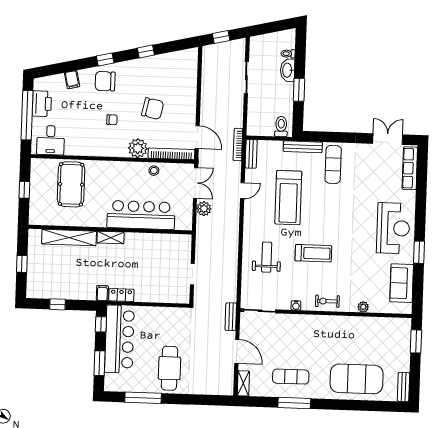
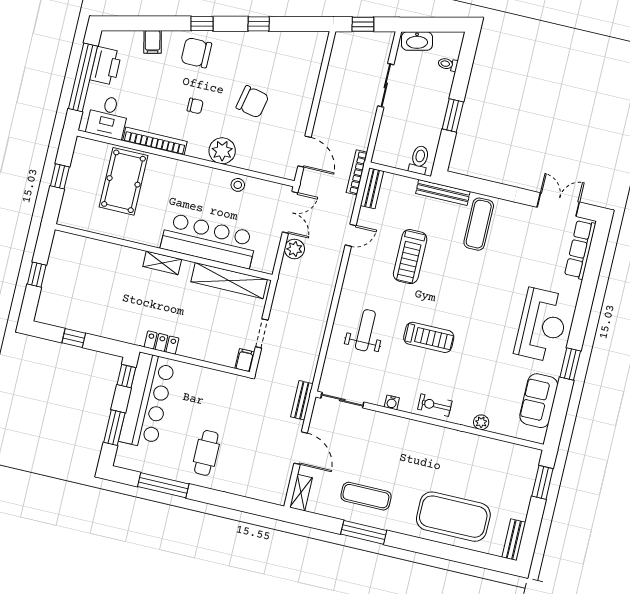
washbasin: (288, 70) -> (417, 41), moved, turned -103
bookcase: (171, 154) -> (155, 141), moved
treadmill: (288, 198) -> (410, 257), width x0.73, depth x0.73
shelving: (69, 238) -> (229, 281), moved
filing cabinet: (102, 293) -> (245, 360), moved
cafe table: (169, 368) -> (206, 453), width x0.73, depth x0.74

